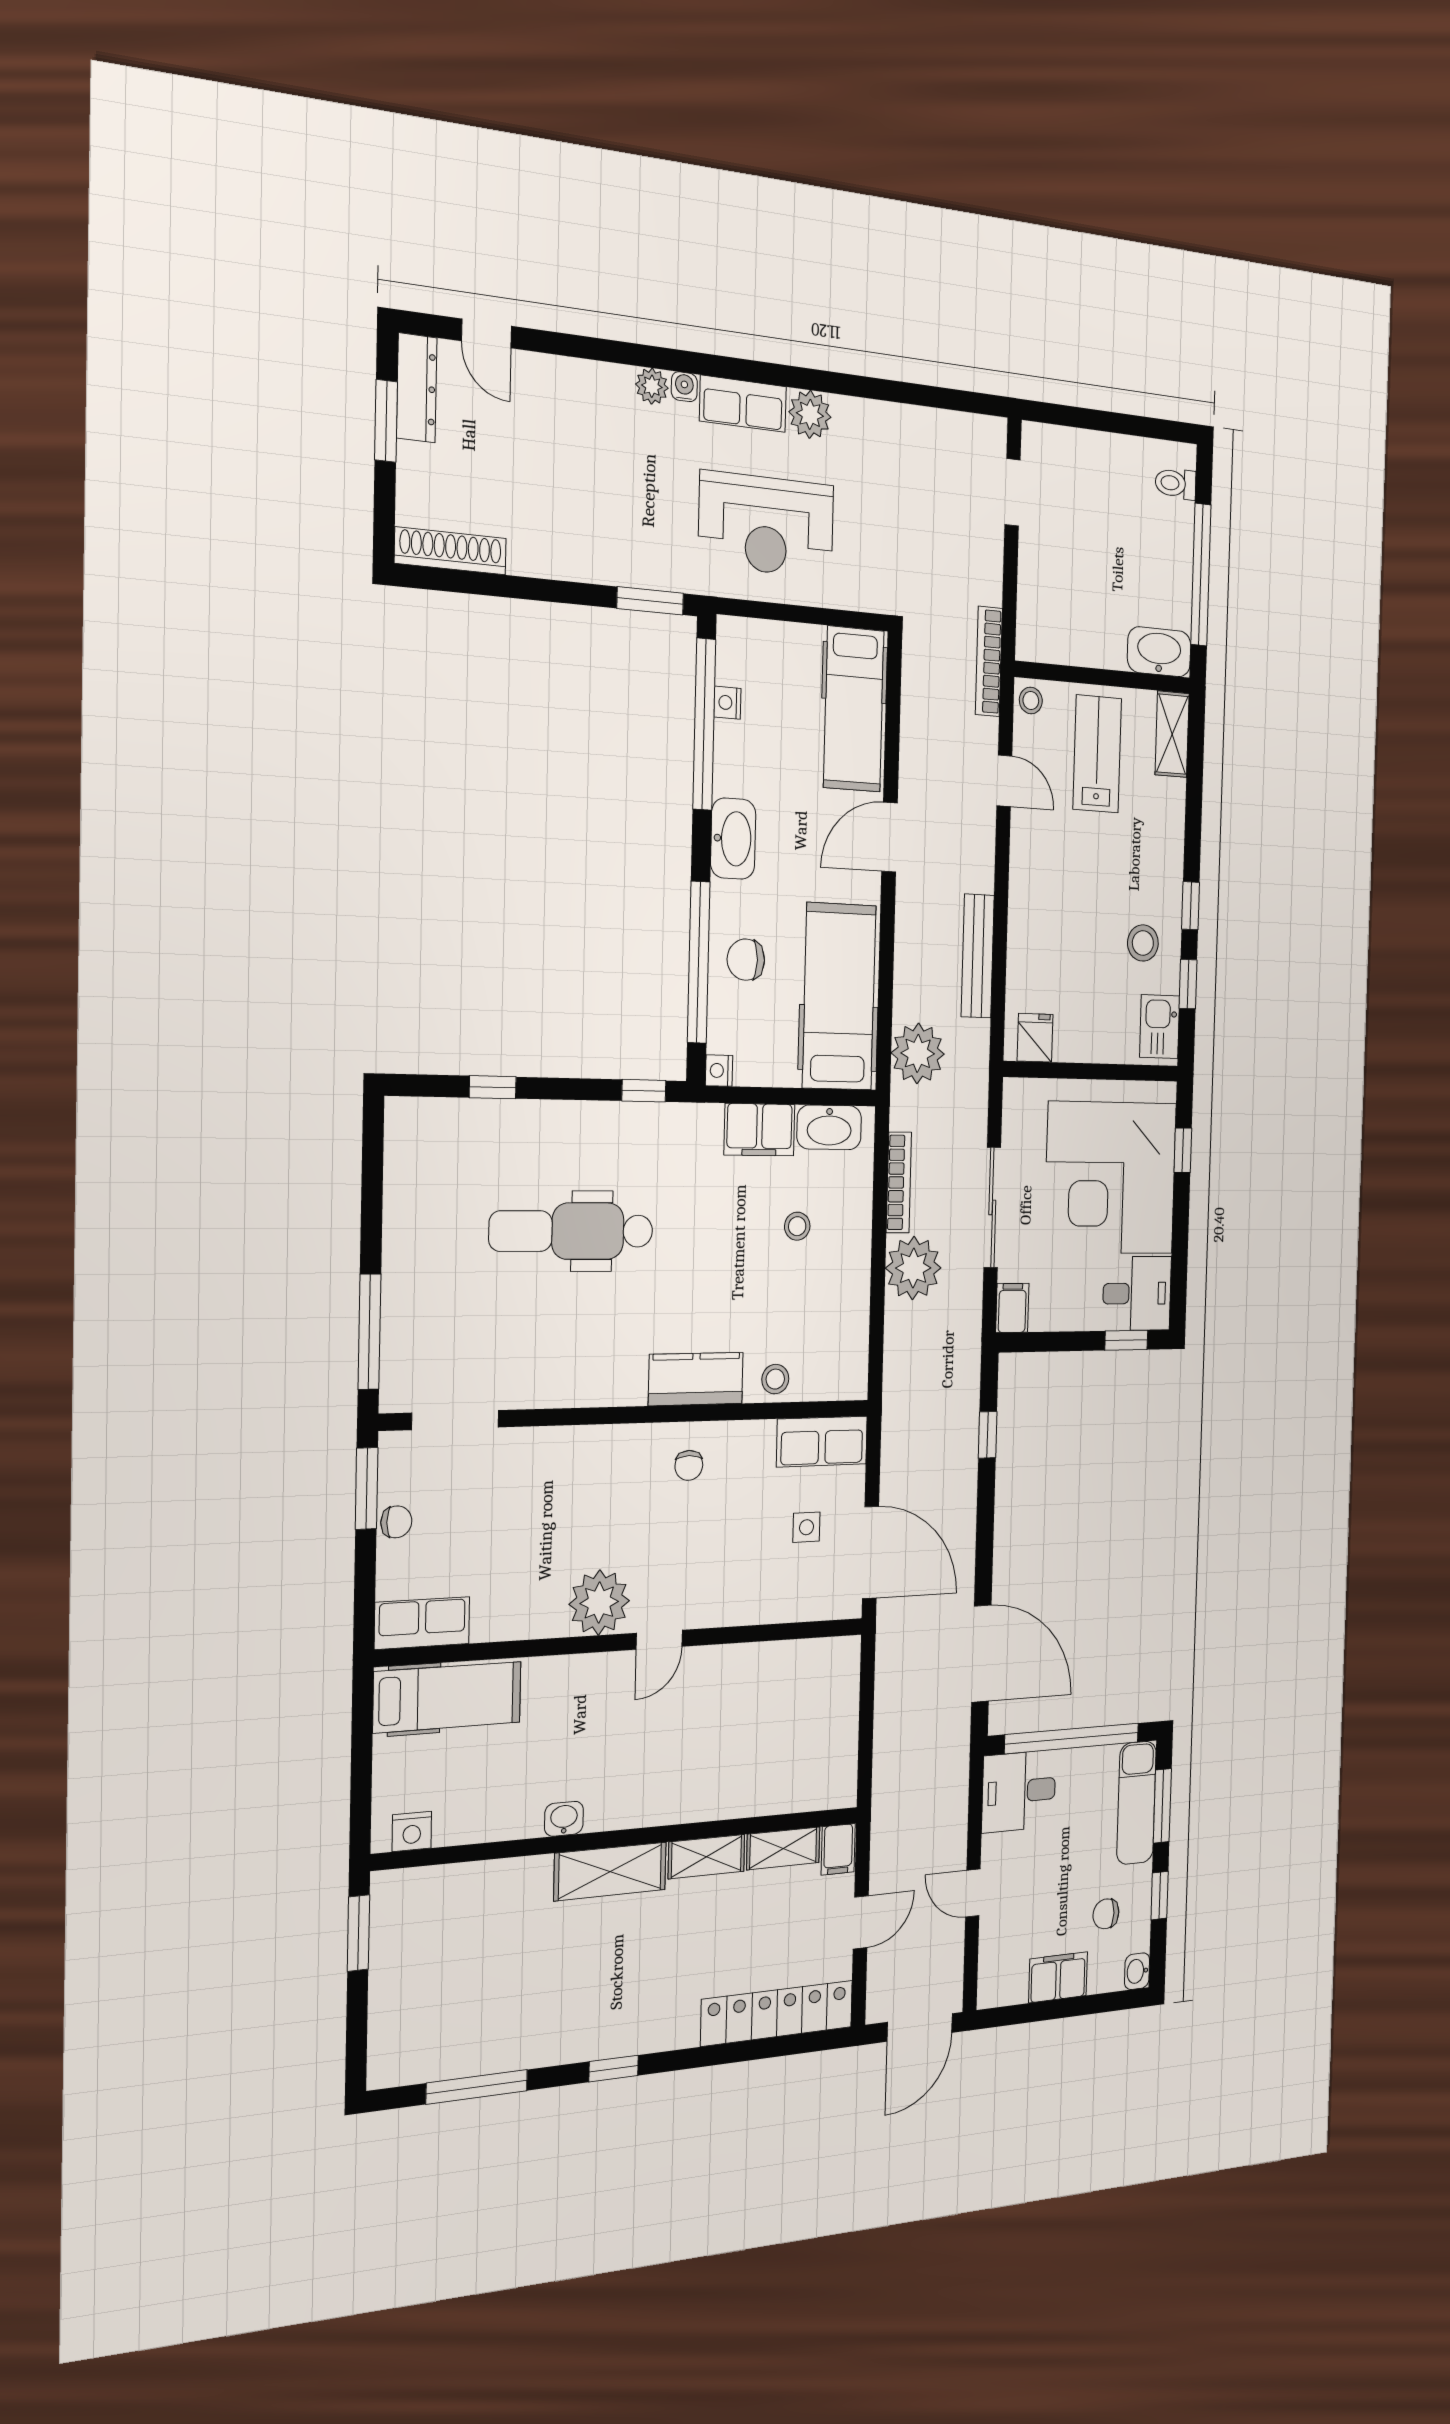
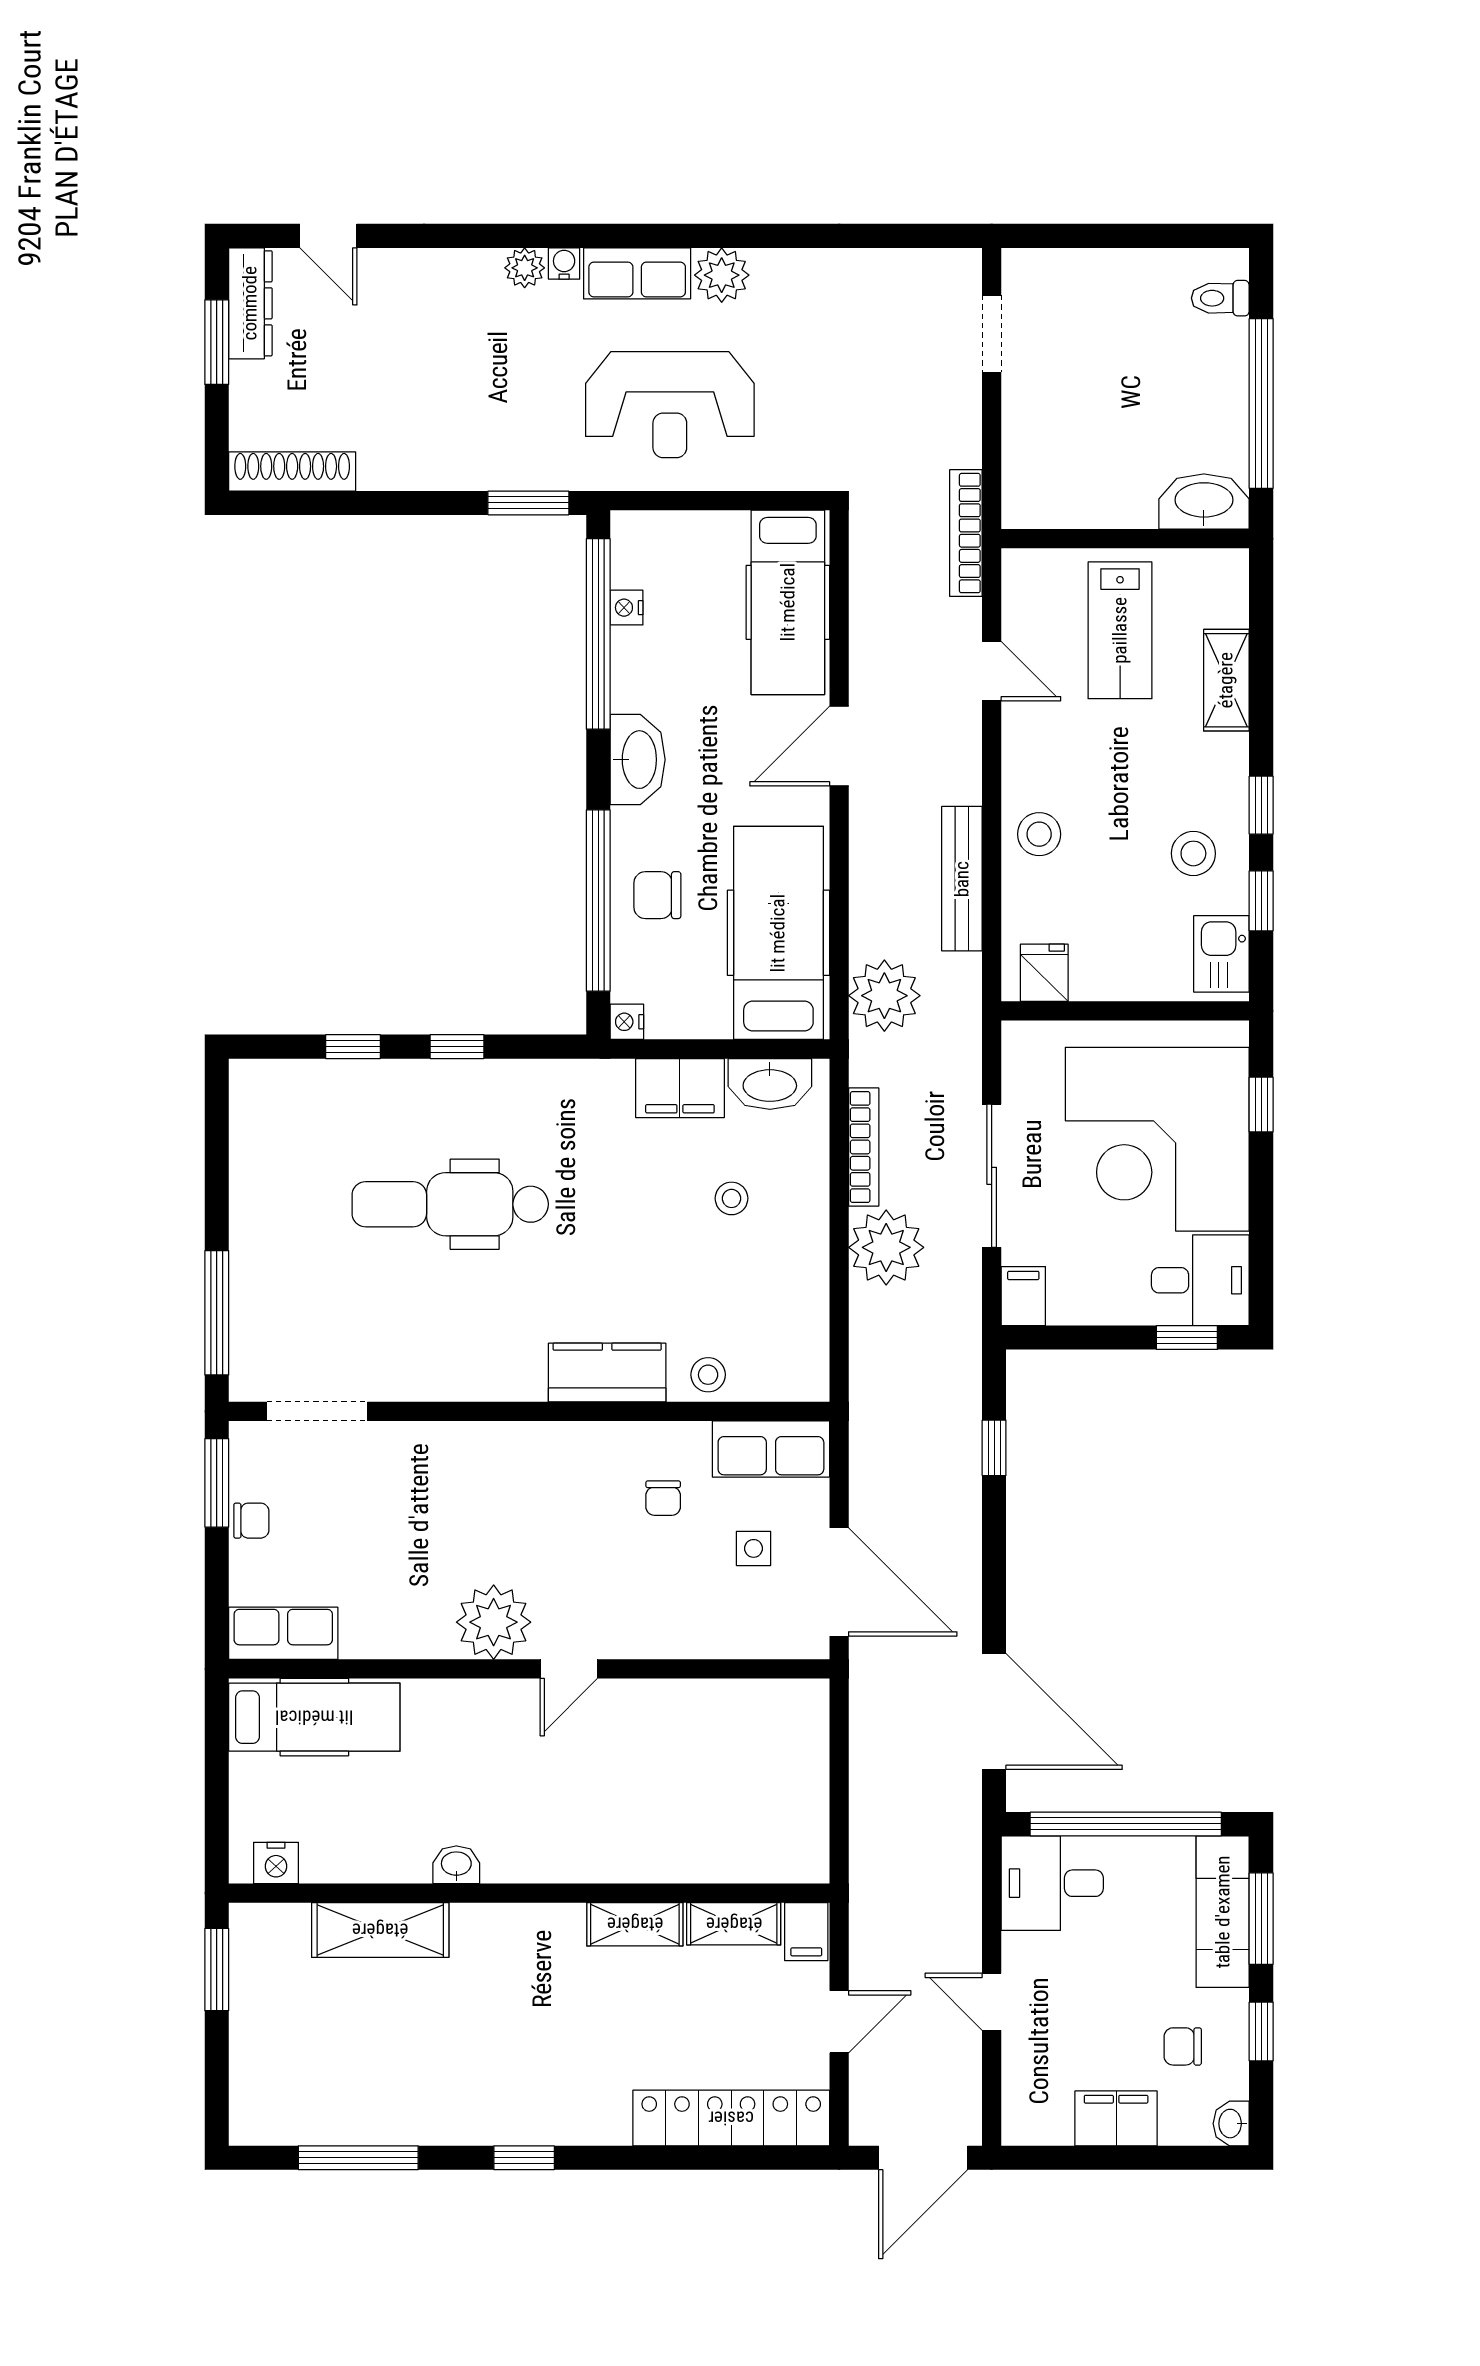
stool: (1031, 701) -> (1039, 834), moved, width x1.37, depth x1.37
shelving: (1172, 734) -> (1226, 680), moved
lab bench: (1097, 754) -> (1120, 630), turned 180
window: (644, 1091) -> (457, 1047), moved
chair: (689, 1465) -> (663, 1498), moved
shelving: (610, 1871) -> (380, 1930), moved

